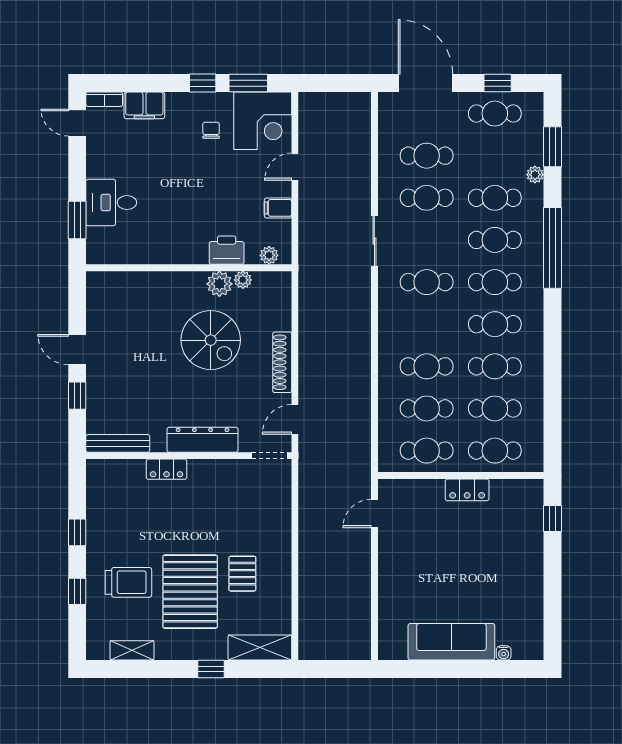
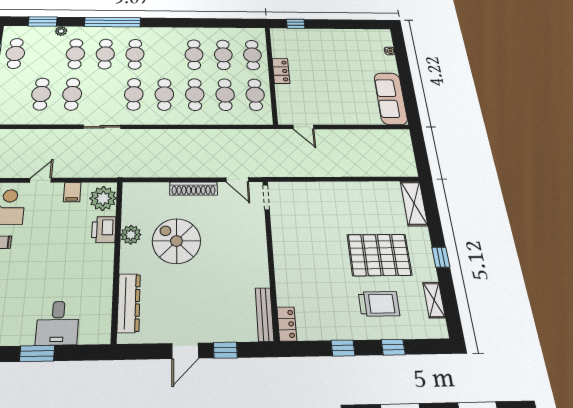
door: (295, 167) -> (41, 180), swing flipped
window: (77, 220) -> (37, 353), moved
plant: (269, 255) -> (103, 198), width x1.87, depth x1.87
plant: (243, 280) -> (128, 217), removed
cafe table: (495, 324) -> (164, 94), moved
spiral stairs: (211, 340) -> (176, 241), turned -90
dresser: (203, 440) -> (129, 303), moved, turned 180
locker: (166, 469) -> (287, 324), moved
pallet: (242, 574) -> (359, 216), removed
trolley: (128, 582) -> (379, 304), turned 90
sofa: (451, 642) -> (391, 98), moved
window: (211, 669) -> (441, 257), moved

